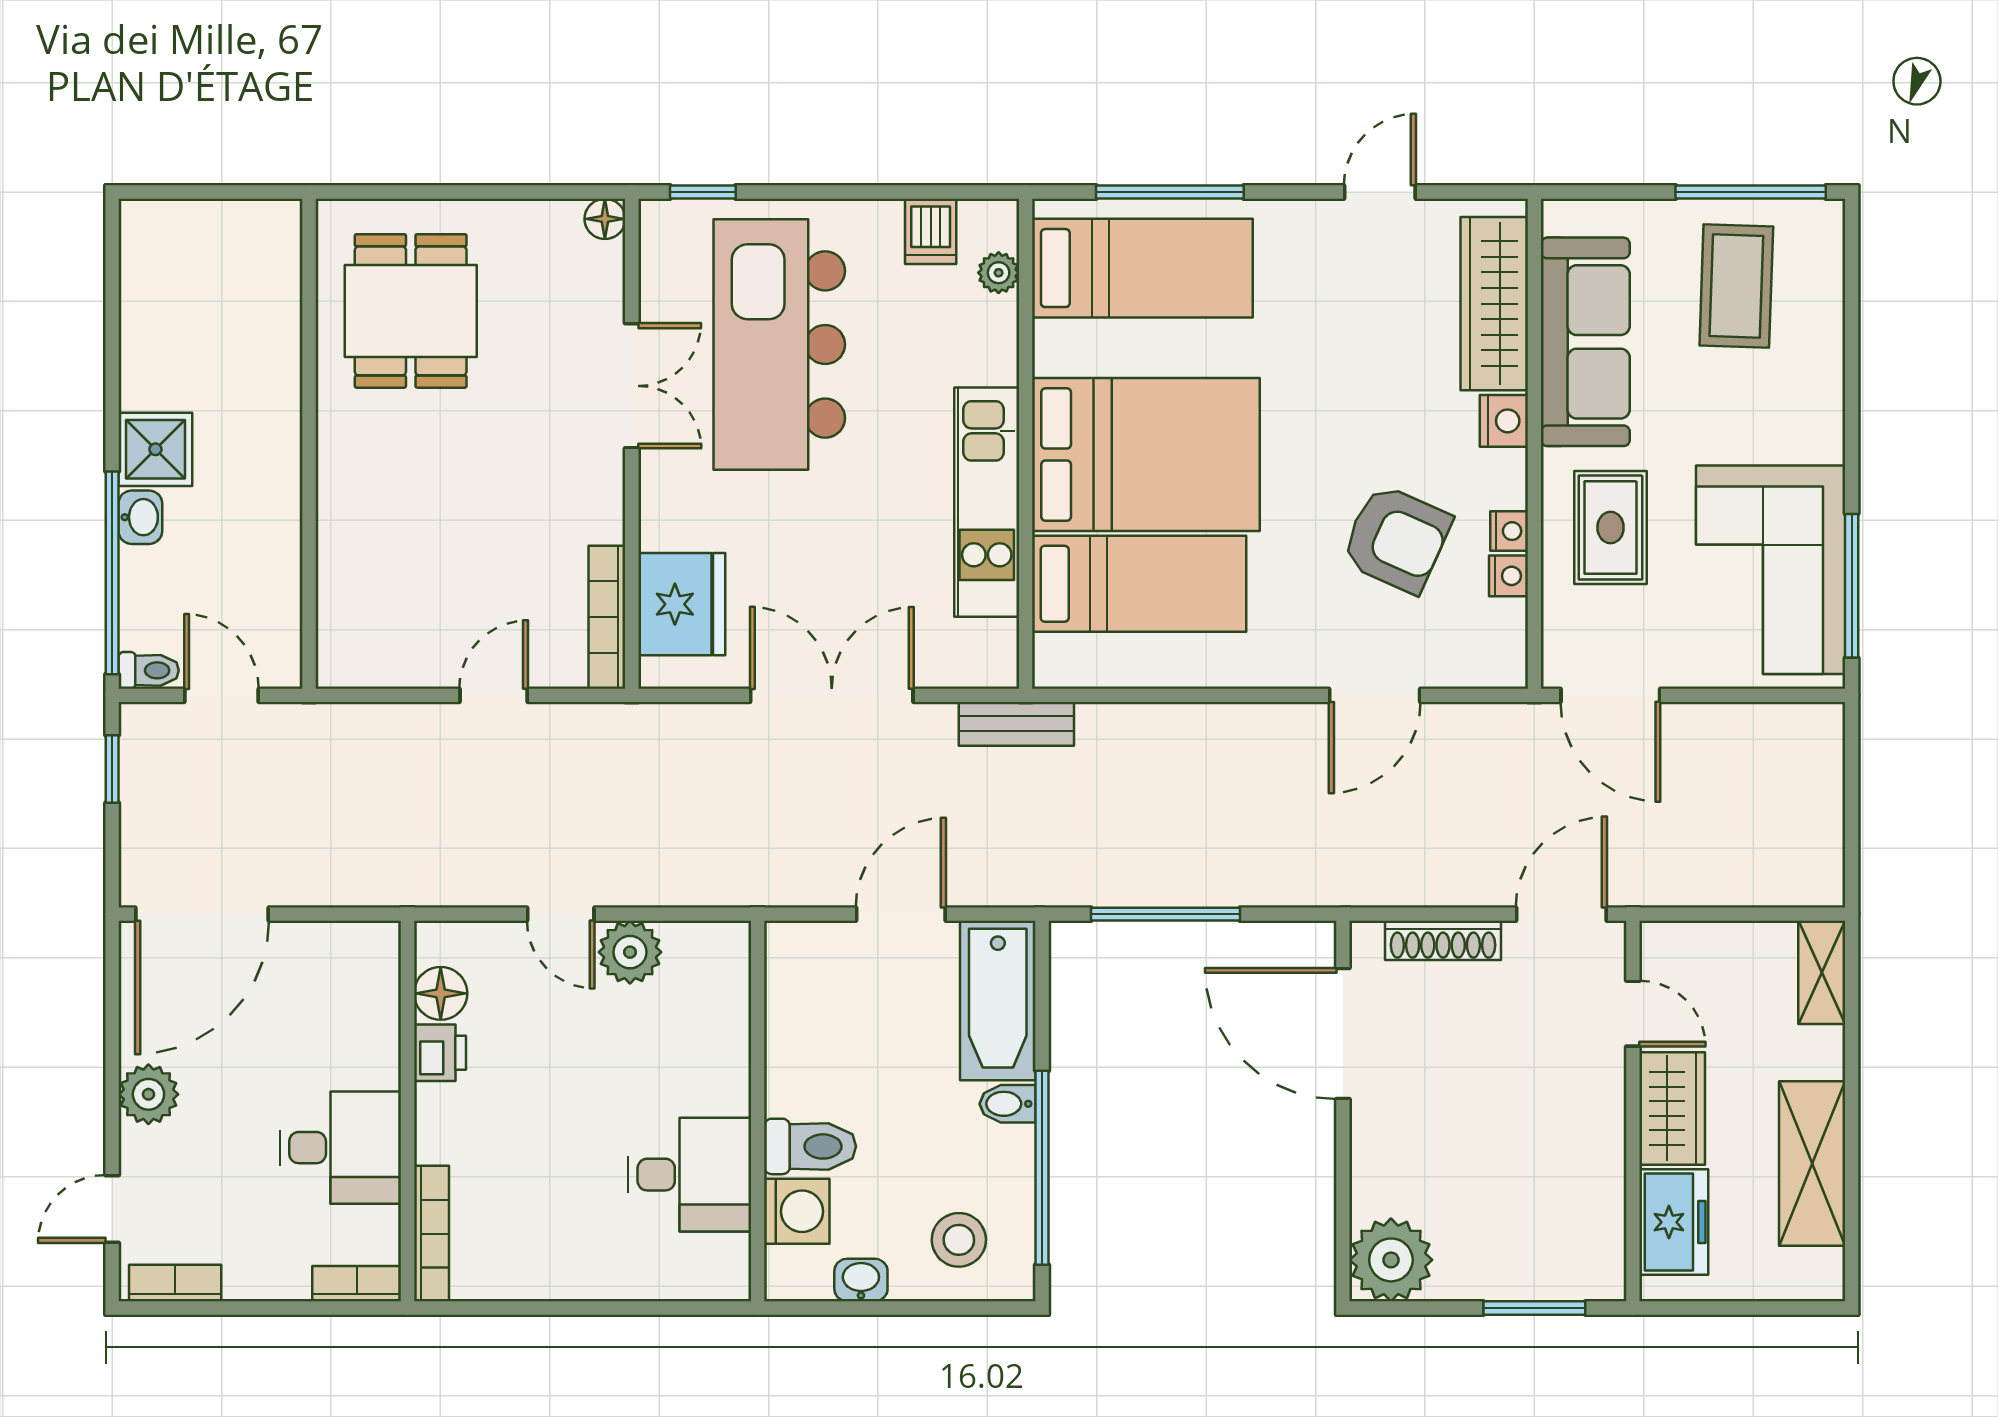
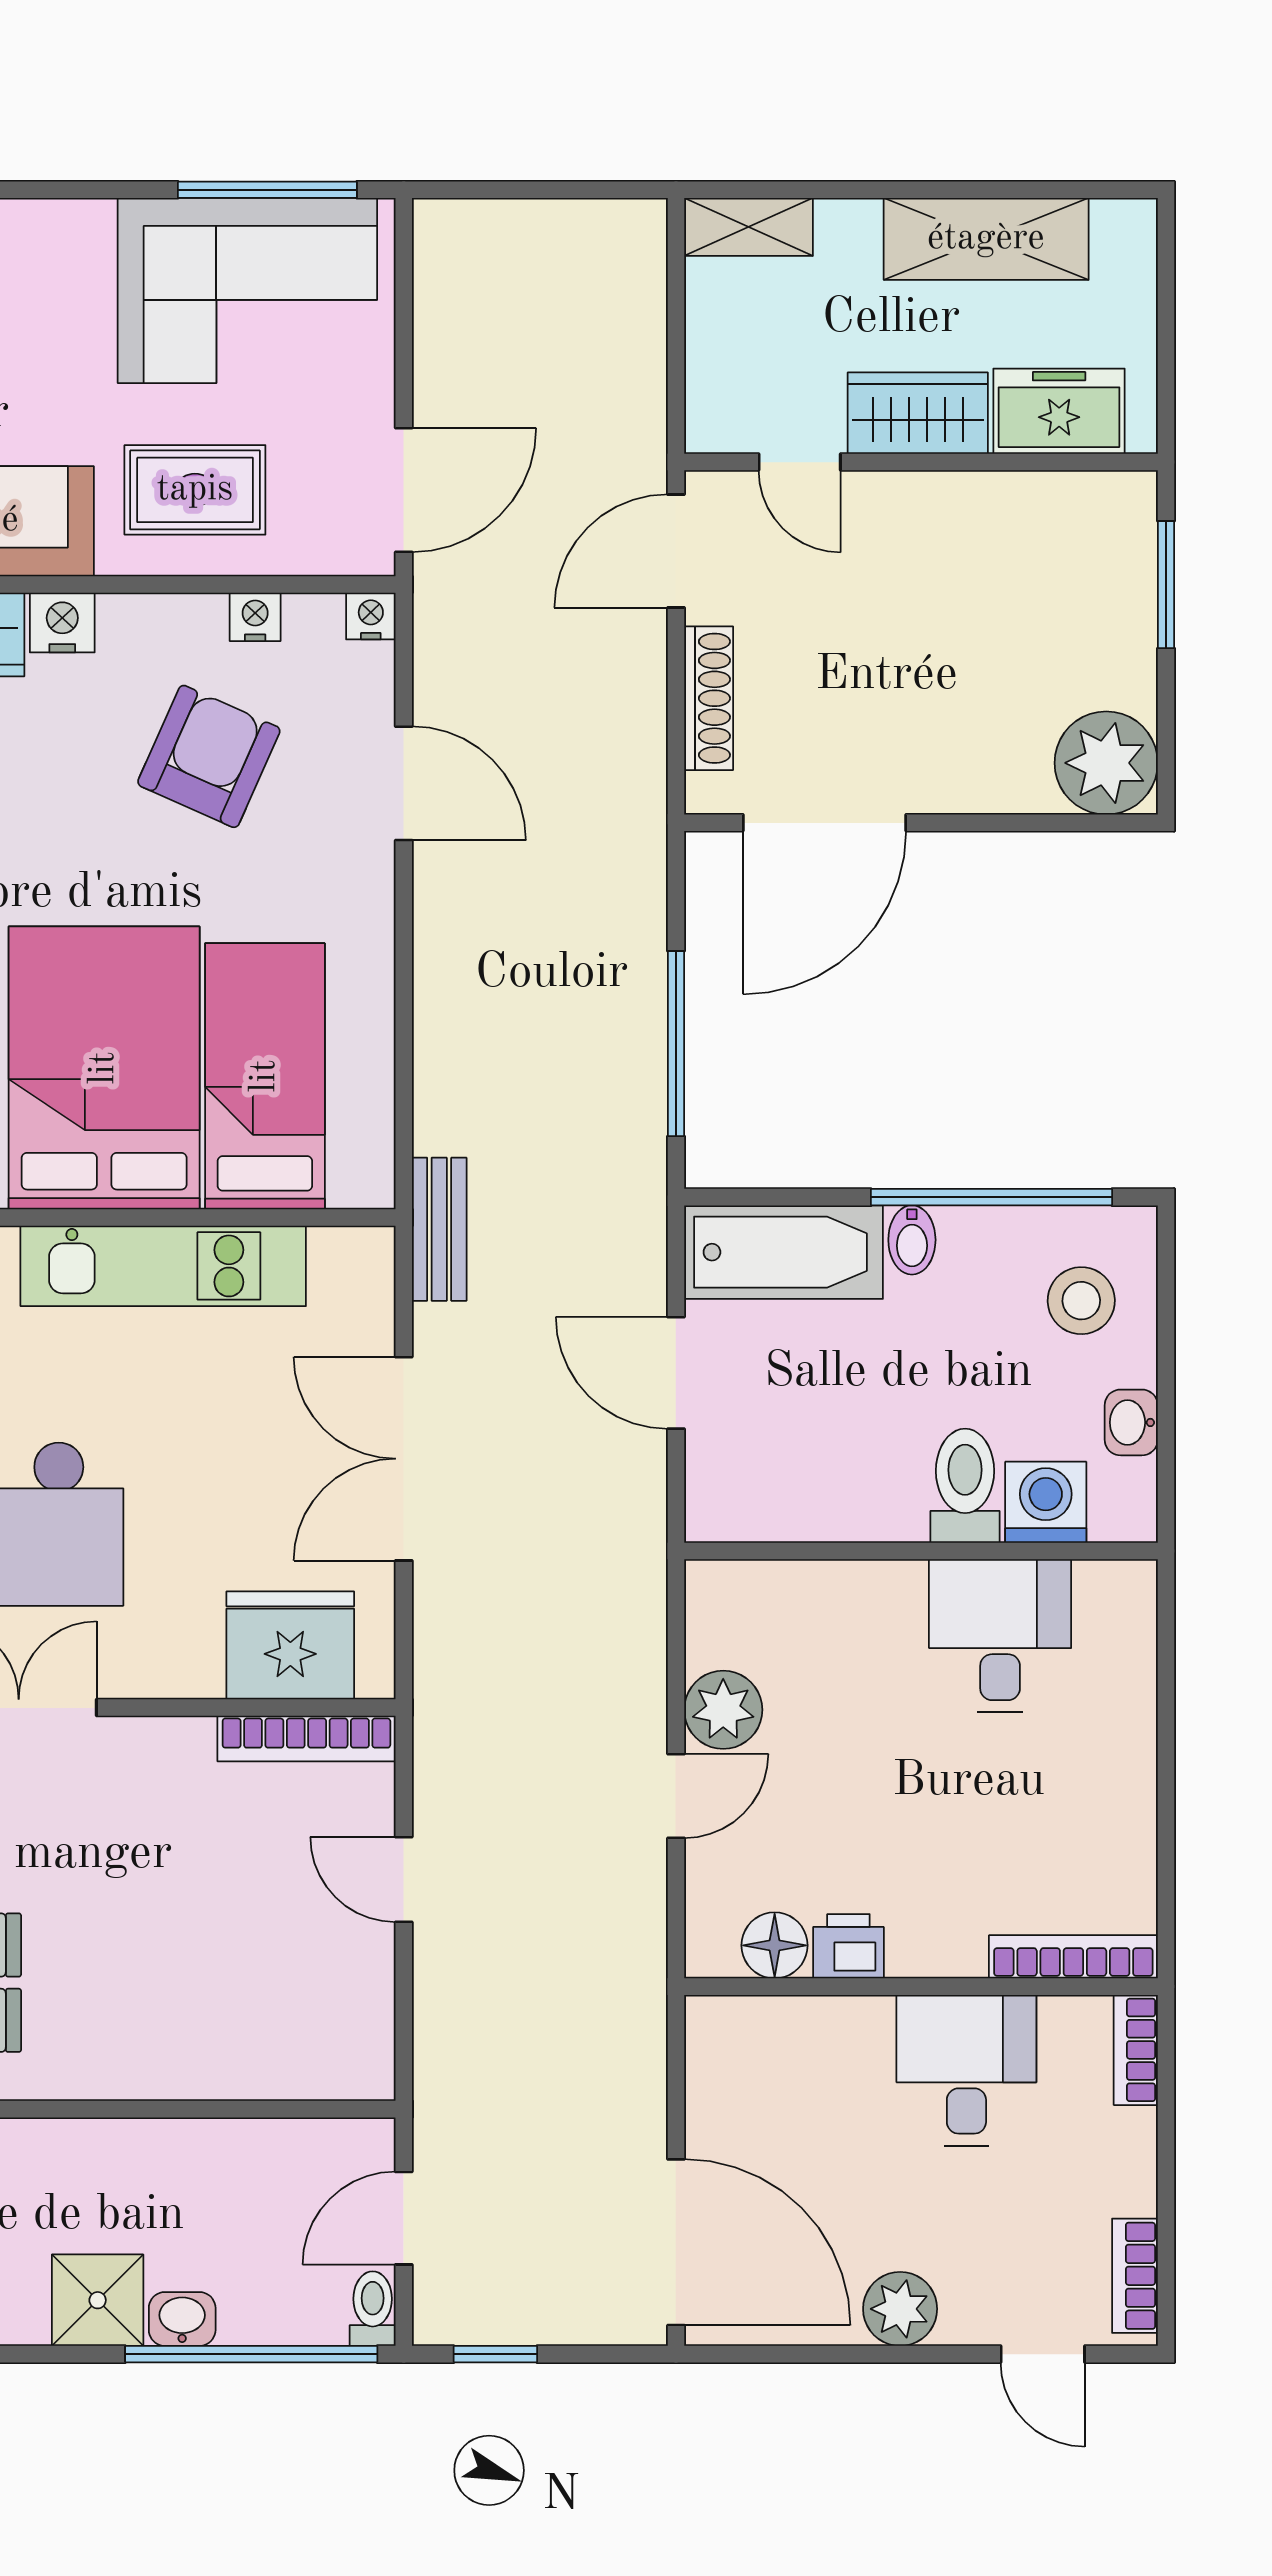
nightstand: (1509, 531) -> (371, 616), moved
door: (1561, 914) -> (676, 551), hinge flipped
door: (1633, 1014) -> (800, 462), swing flipped

